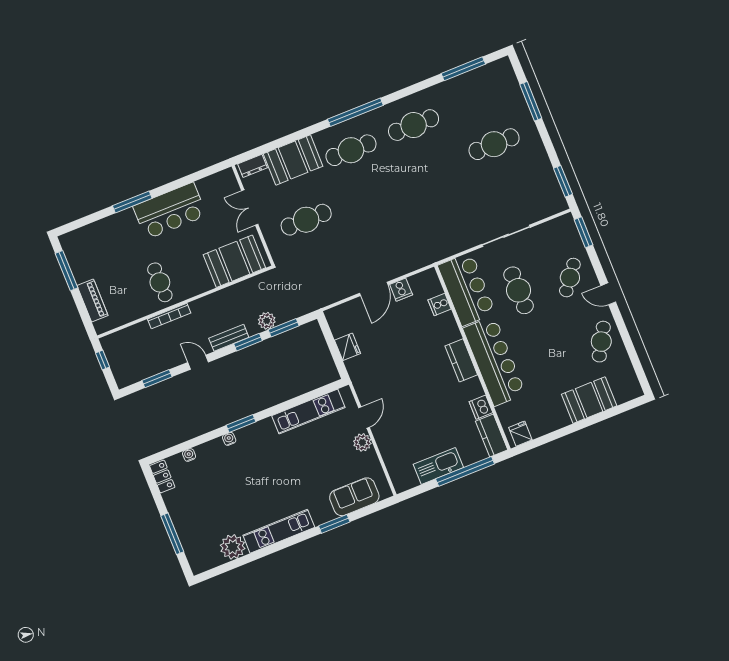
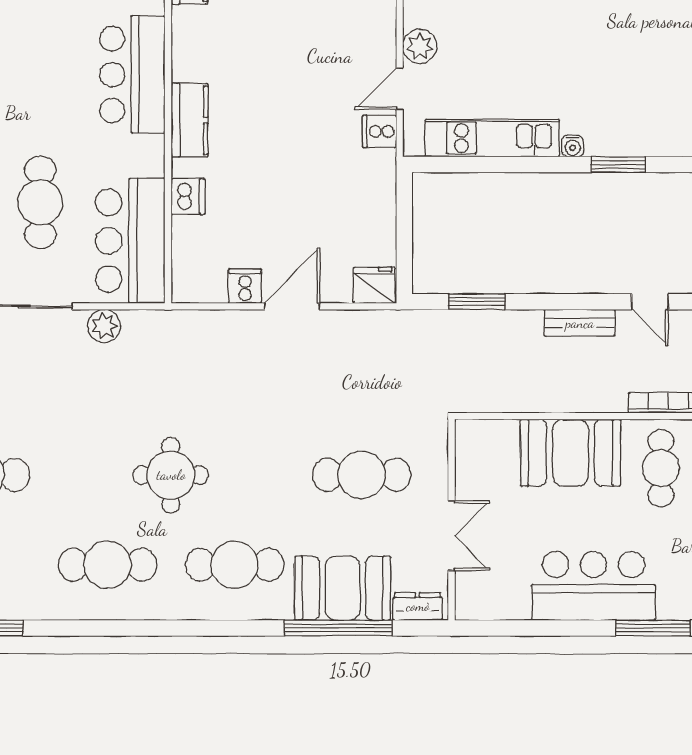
window: (355, 112) -> (338, 628), moved
round table: (400, 182) -> (171, 475), added
booth: (234, 261) -> (570, 453), moved
cooker: (440, 304) -> (380, 131), moved, turned 180
plant: (267, 321) -> (104, 326), moved
window: (248, 342) -> (549, 302), removed
fridge: (348, 347) -> (374, 285), moved, turned 90
bar counter: (494, 361) -> (132, 75), width x0.73
dishwasher: (481, 407) -> (188, 196), moved
water cooler: (229, 439) -> (573, 146), moved

